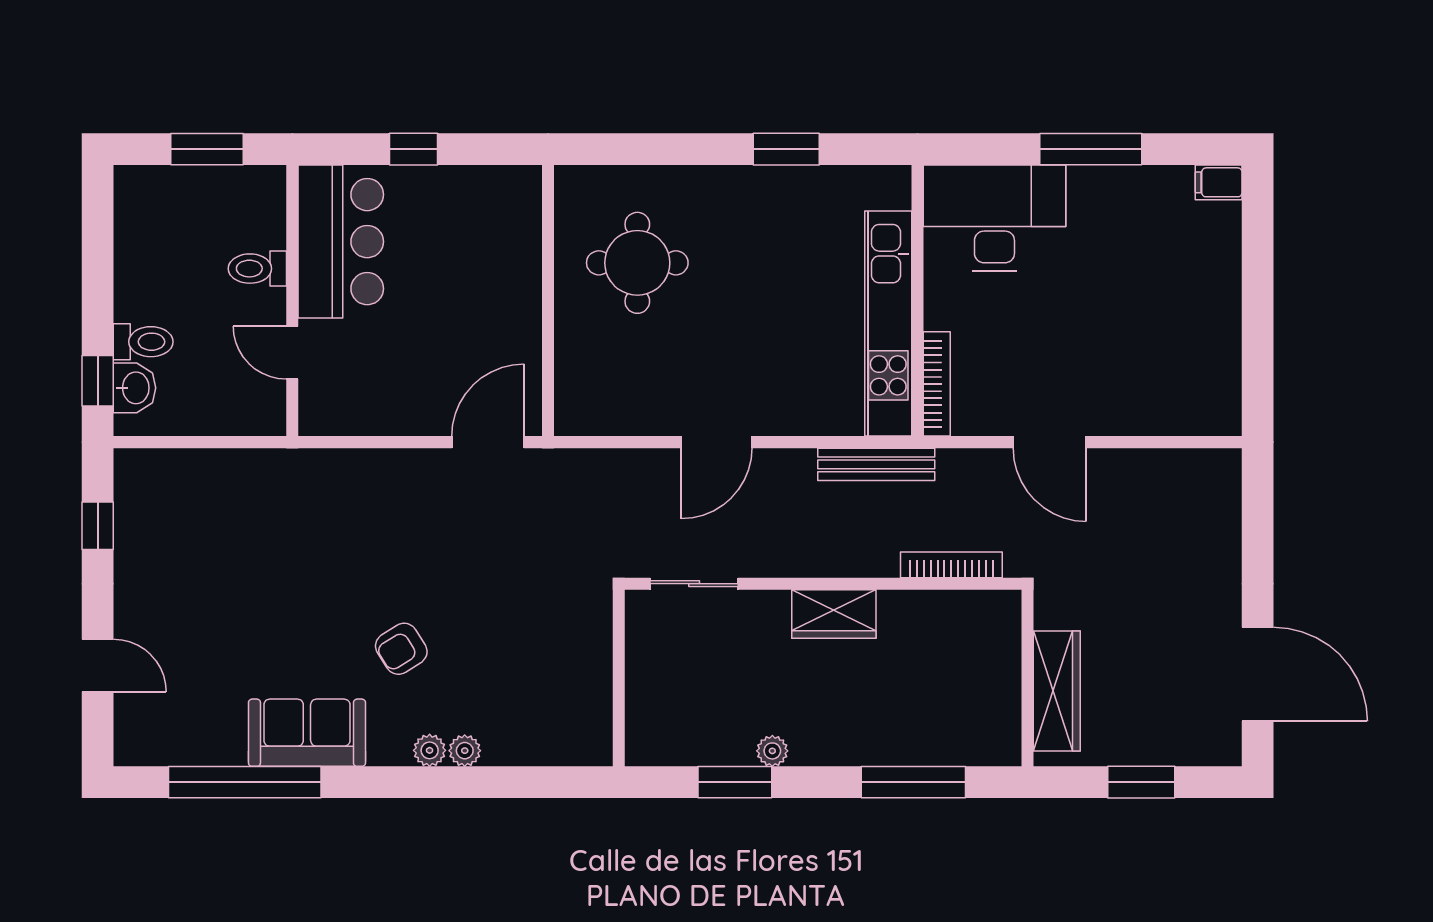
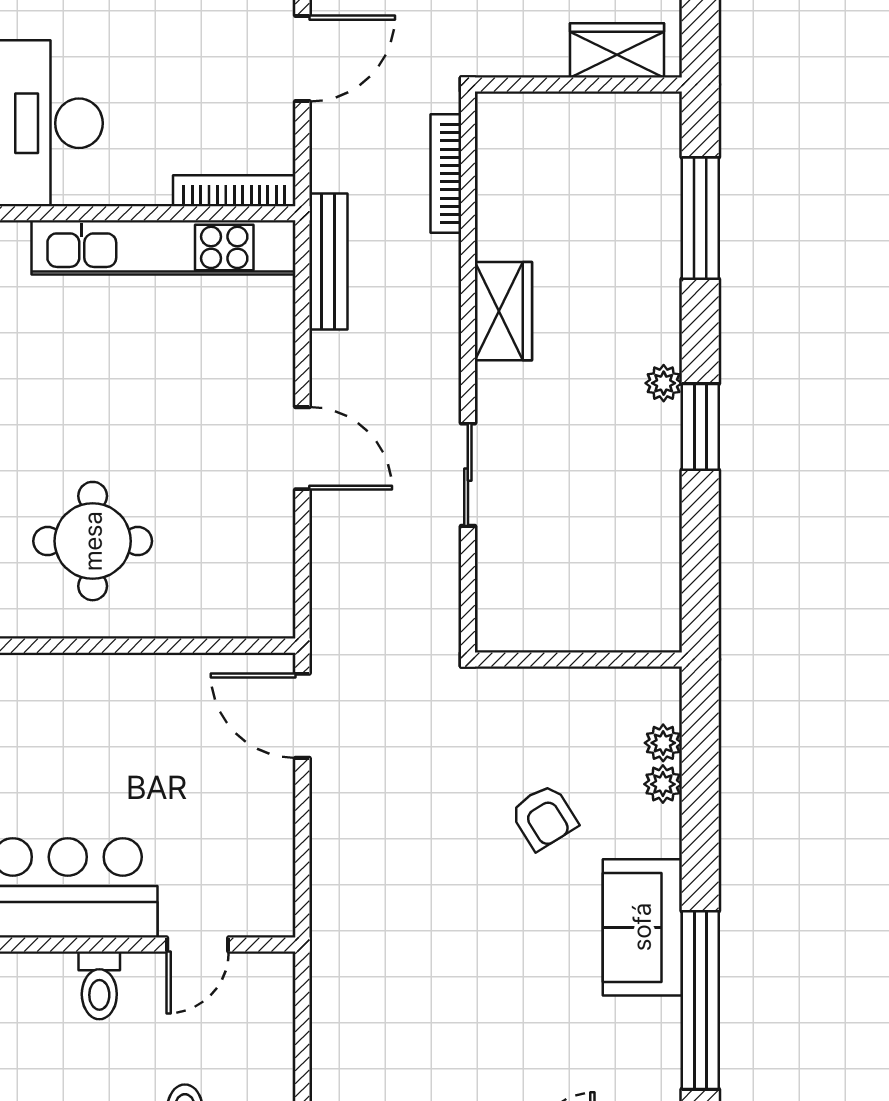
wall: (619, 678) -> (578, 659), moved
wardrobe: (1057, 691) -> (617, 50), width x0.67

